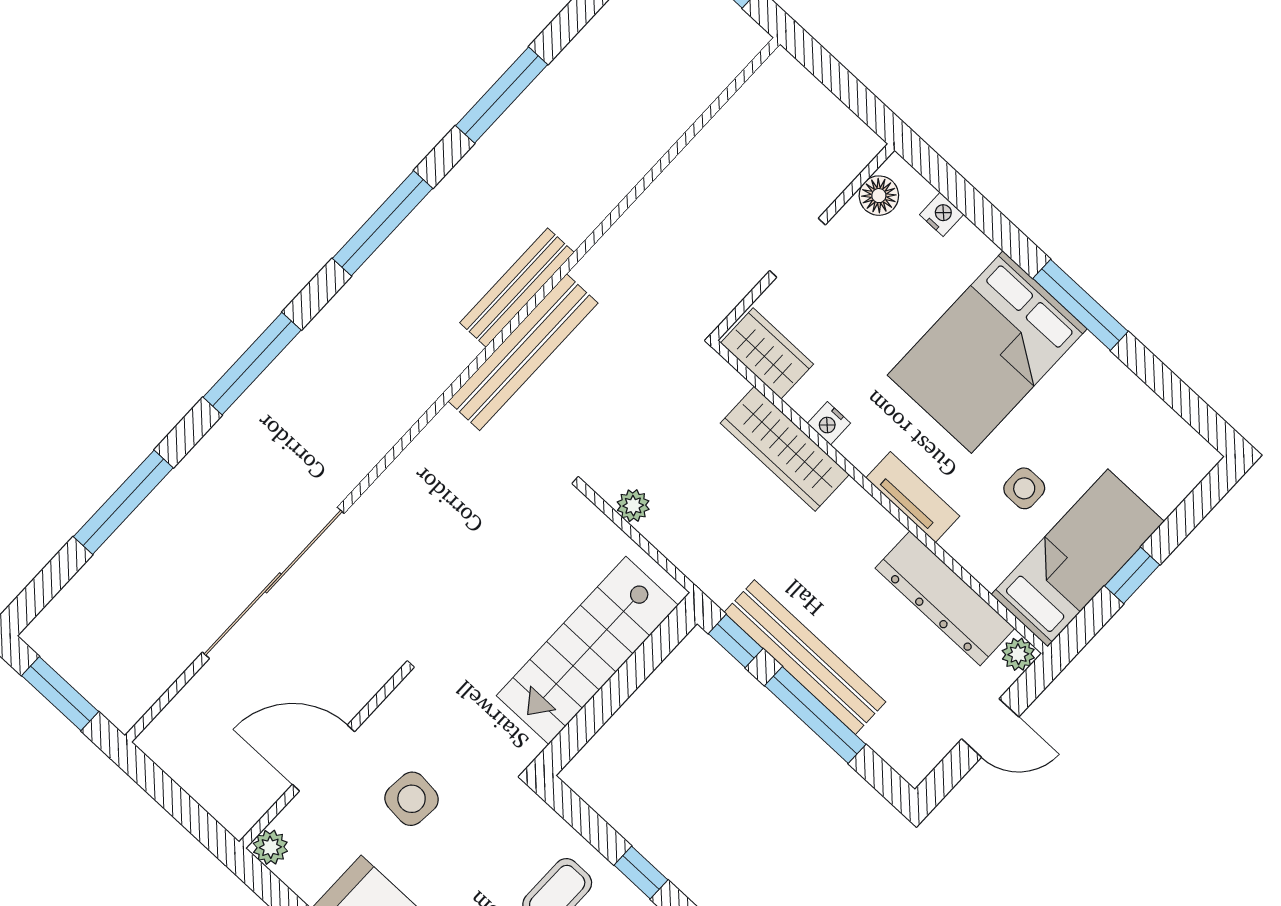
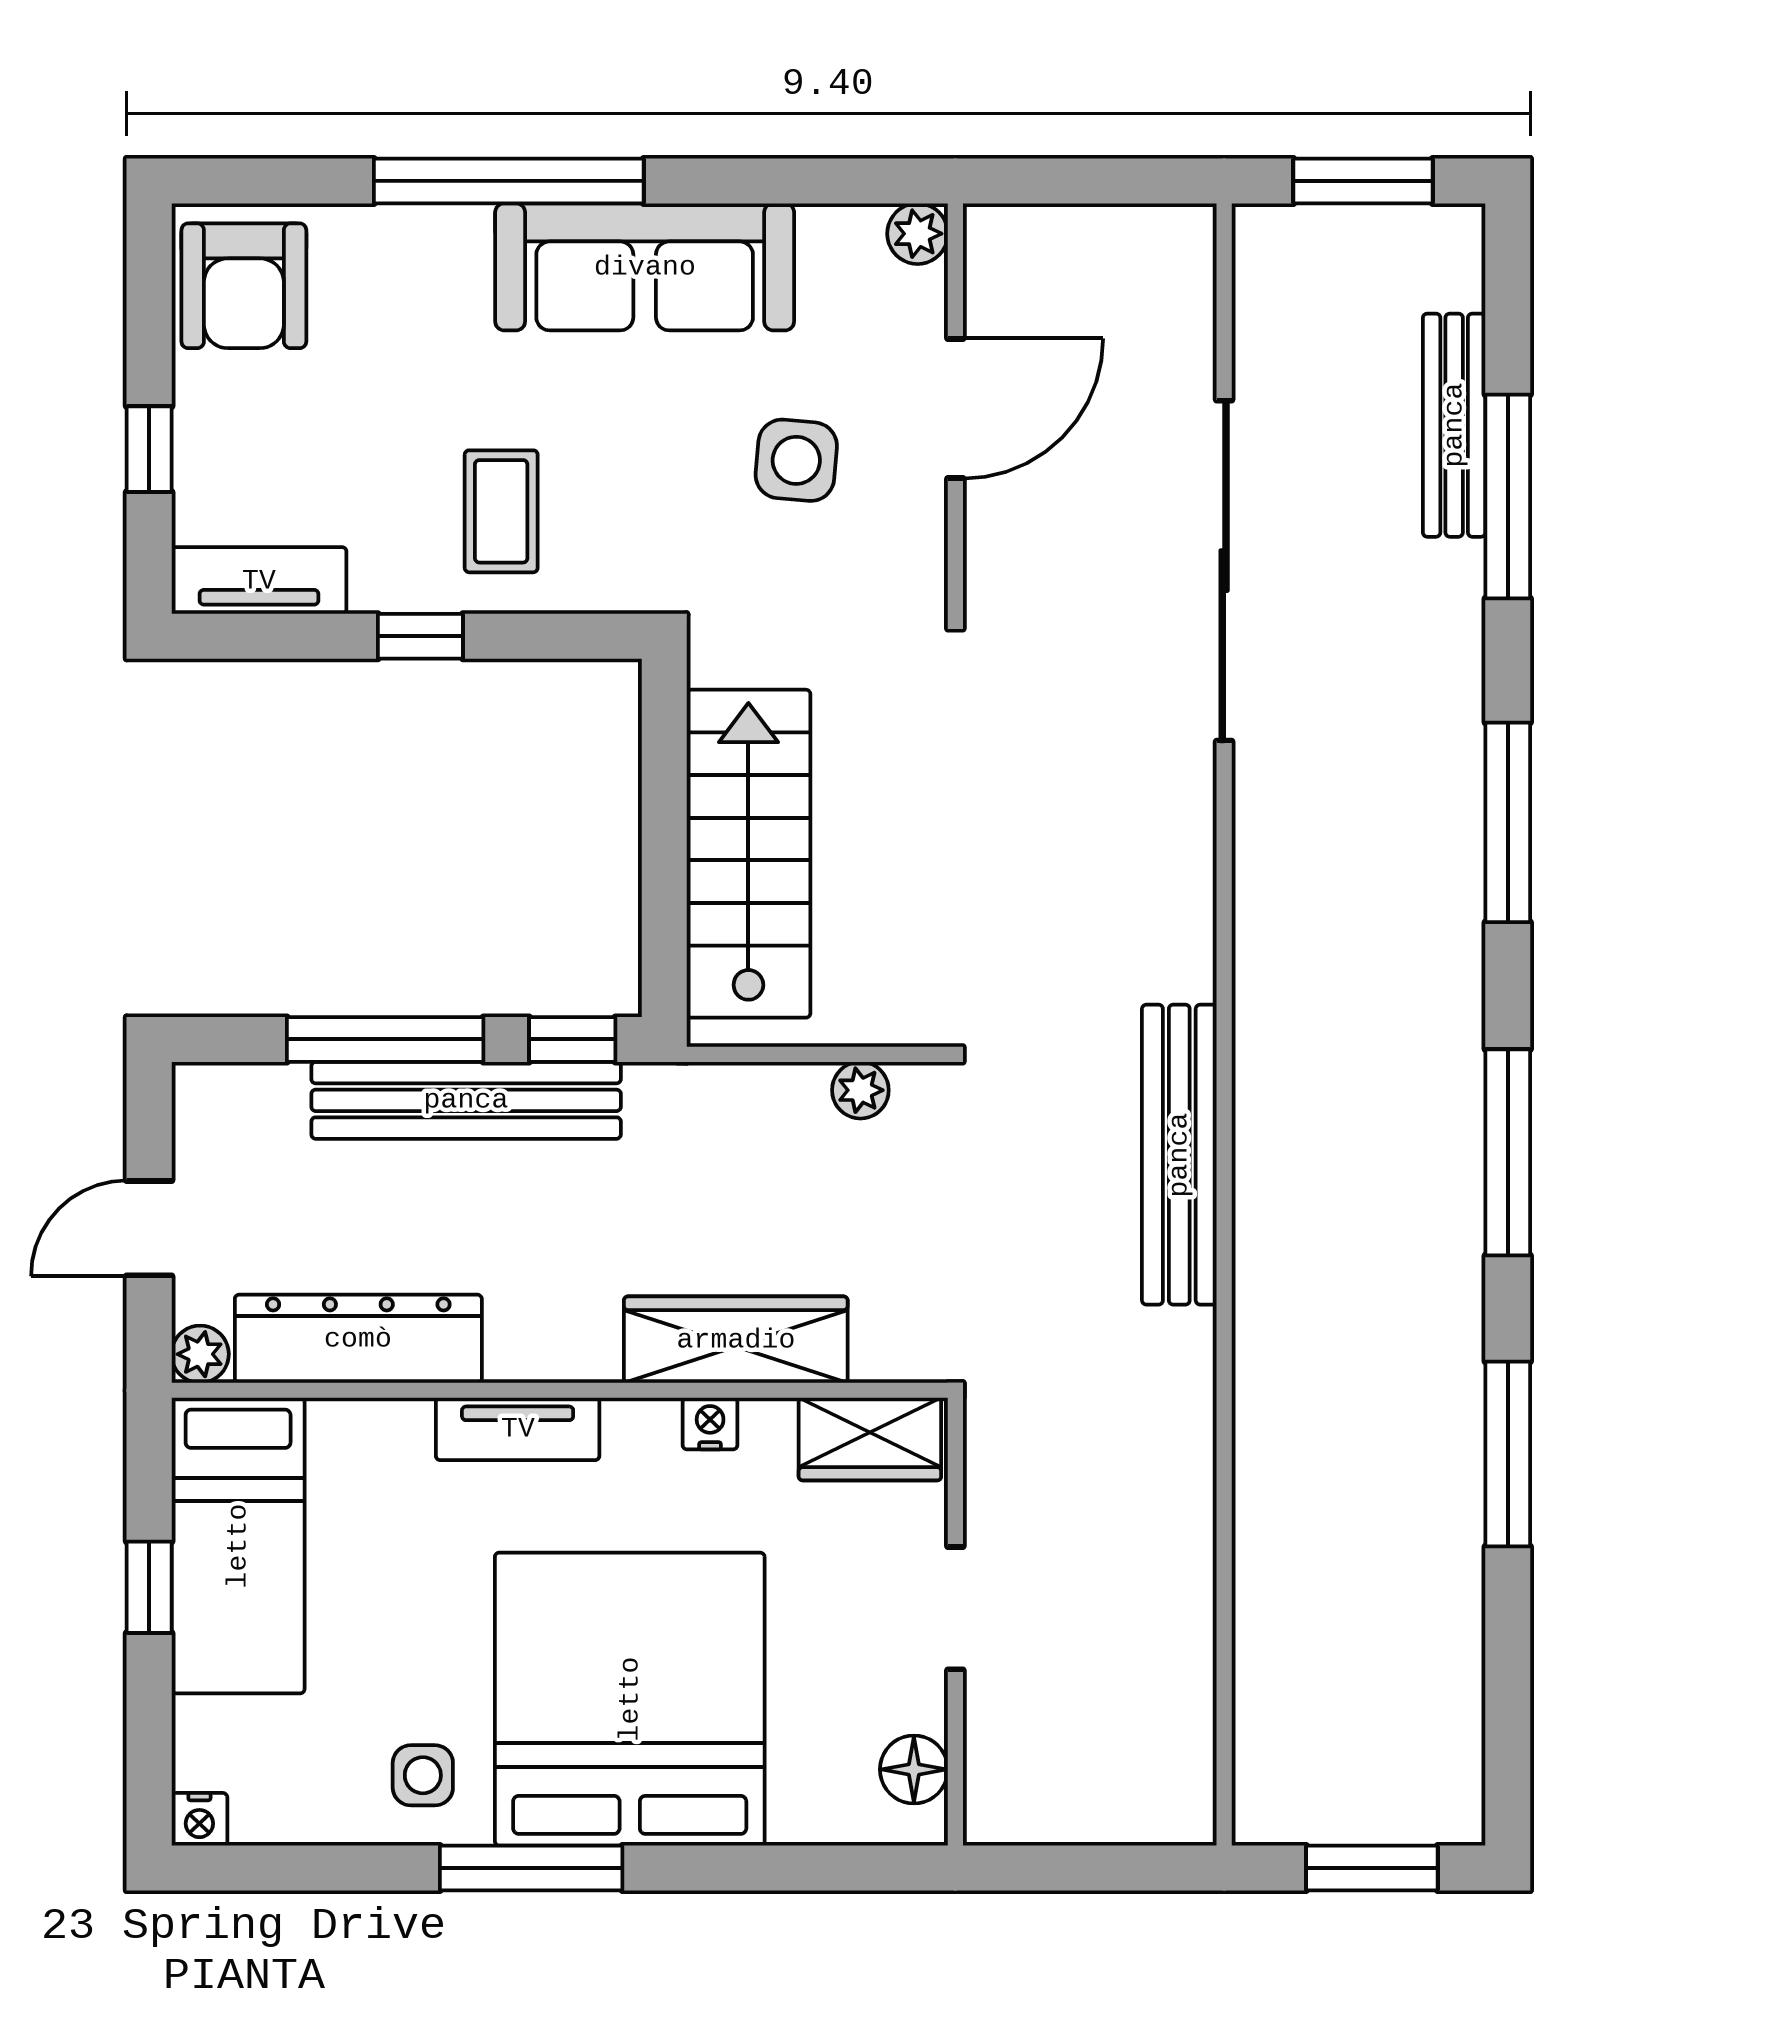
nightstand: (942, 214) -> (199, 1819), moved
bench: (517, 288) -> (1454, 425), moved
bed: (987, 352) -> (630, 1699), width x1.36
side table: (1024, 488) -> (423, 1775), moved

